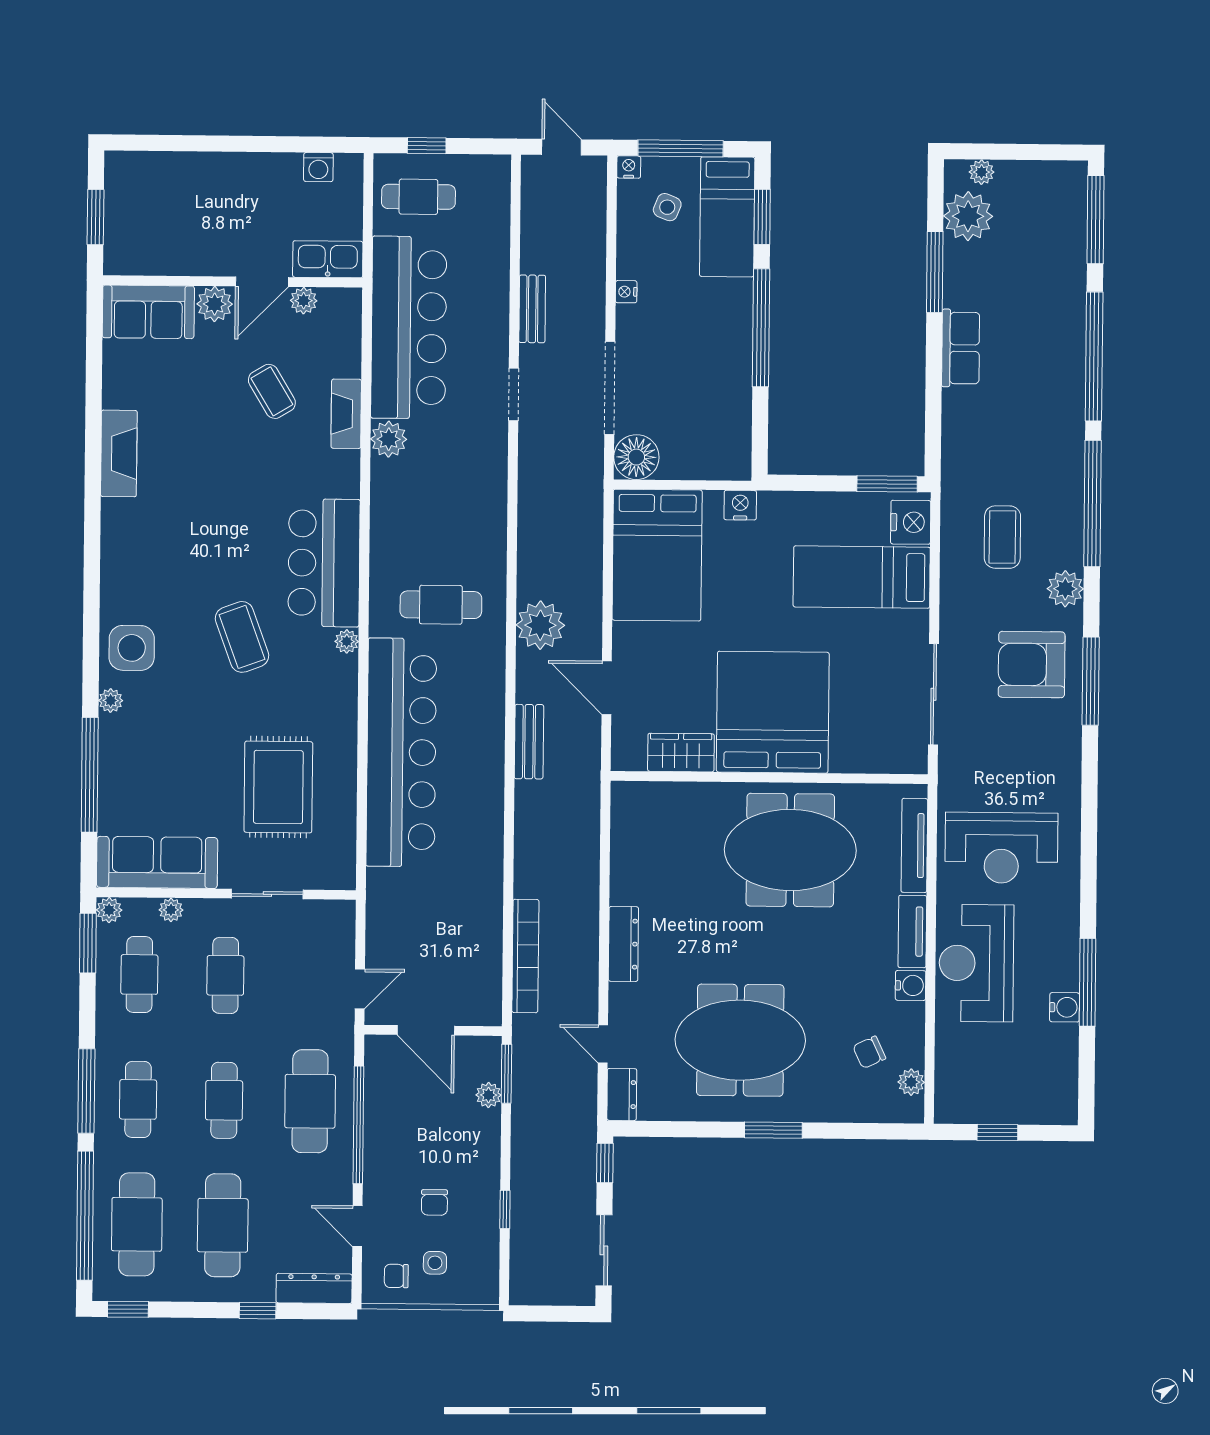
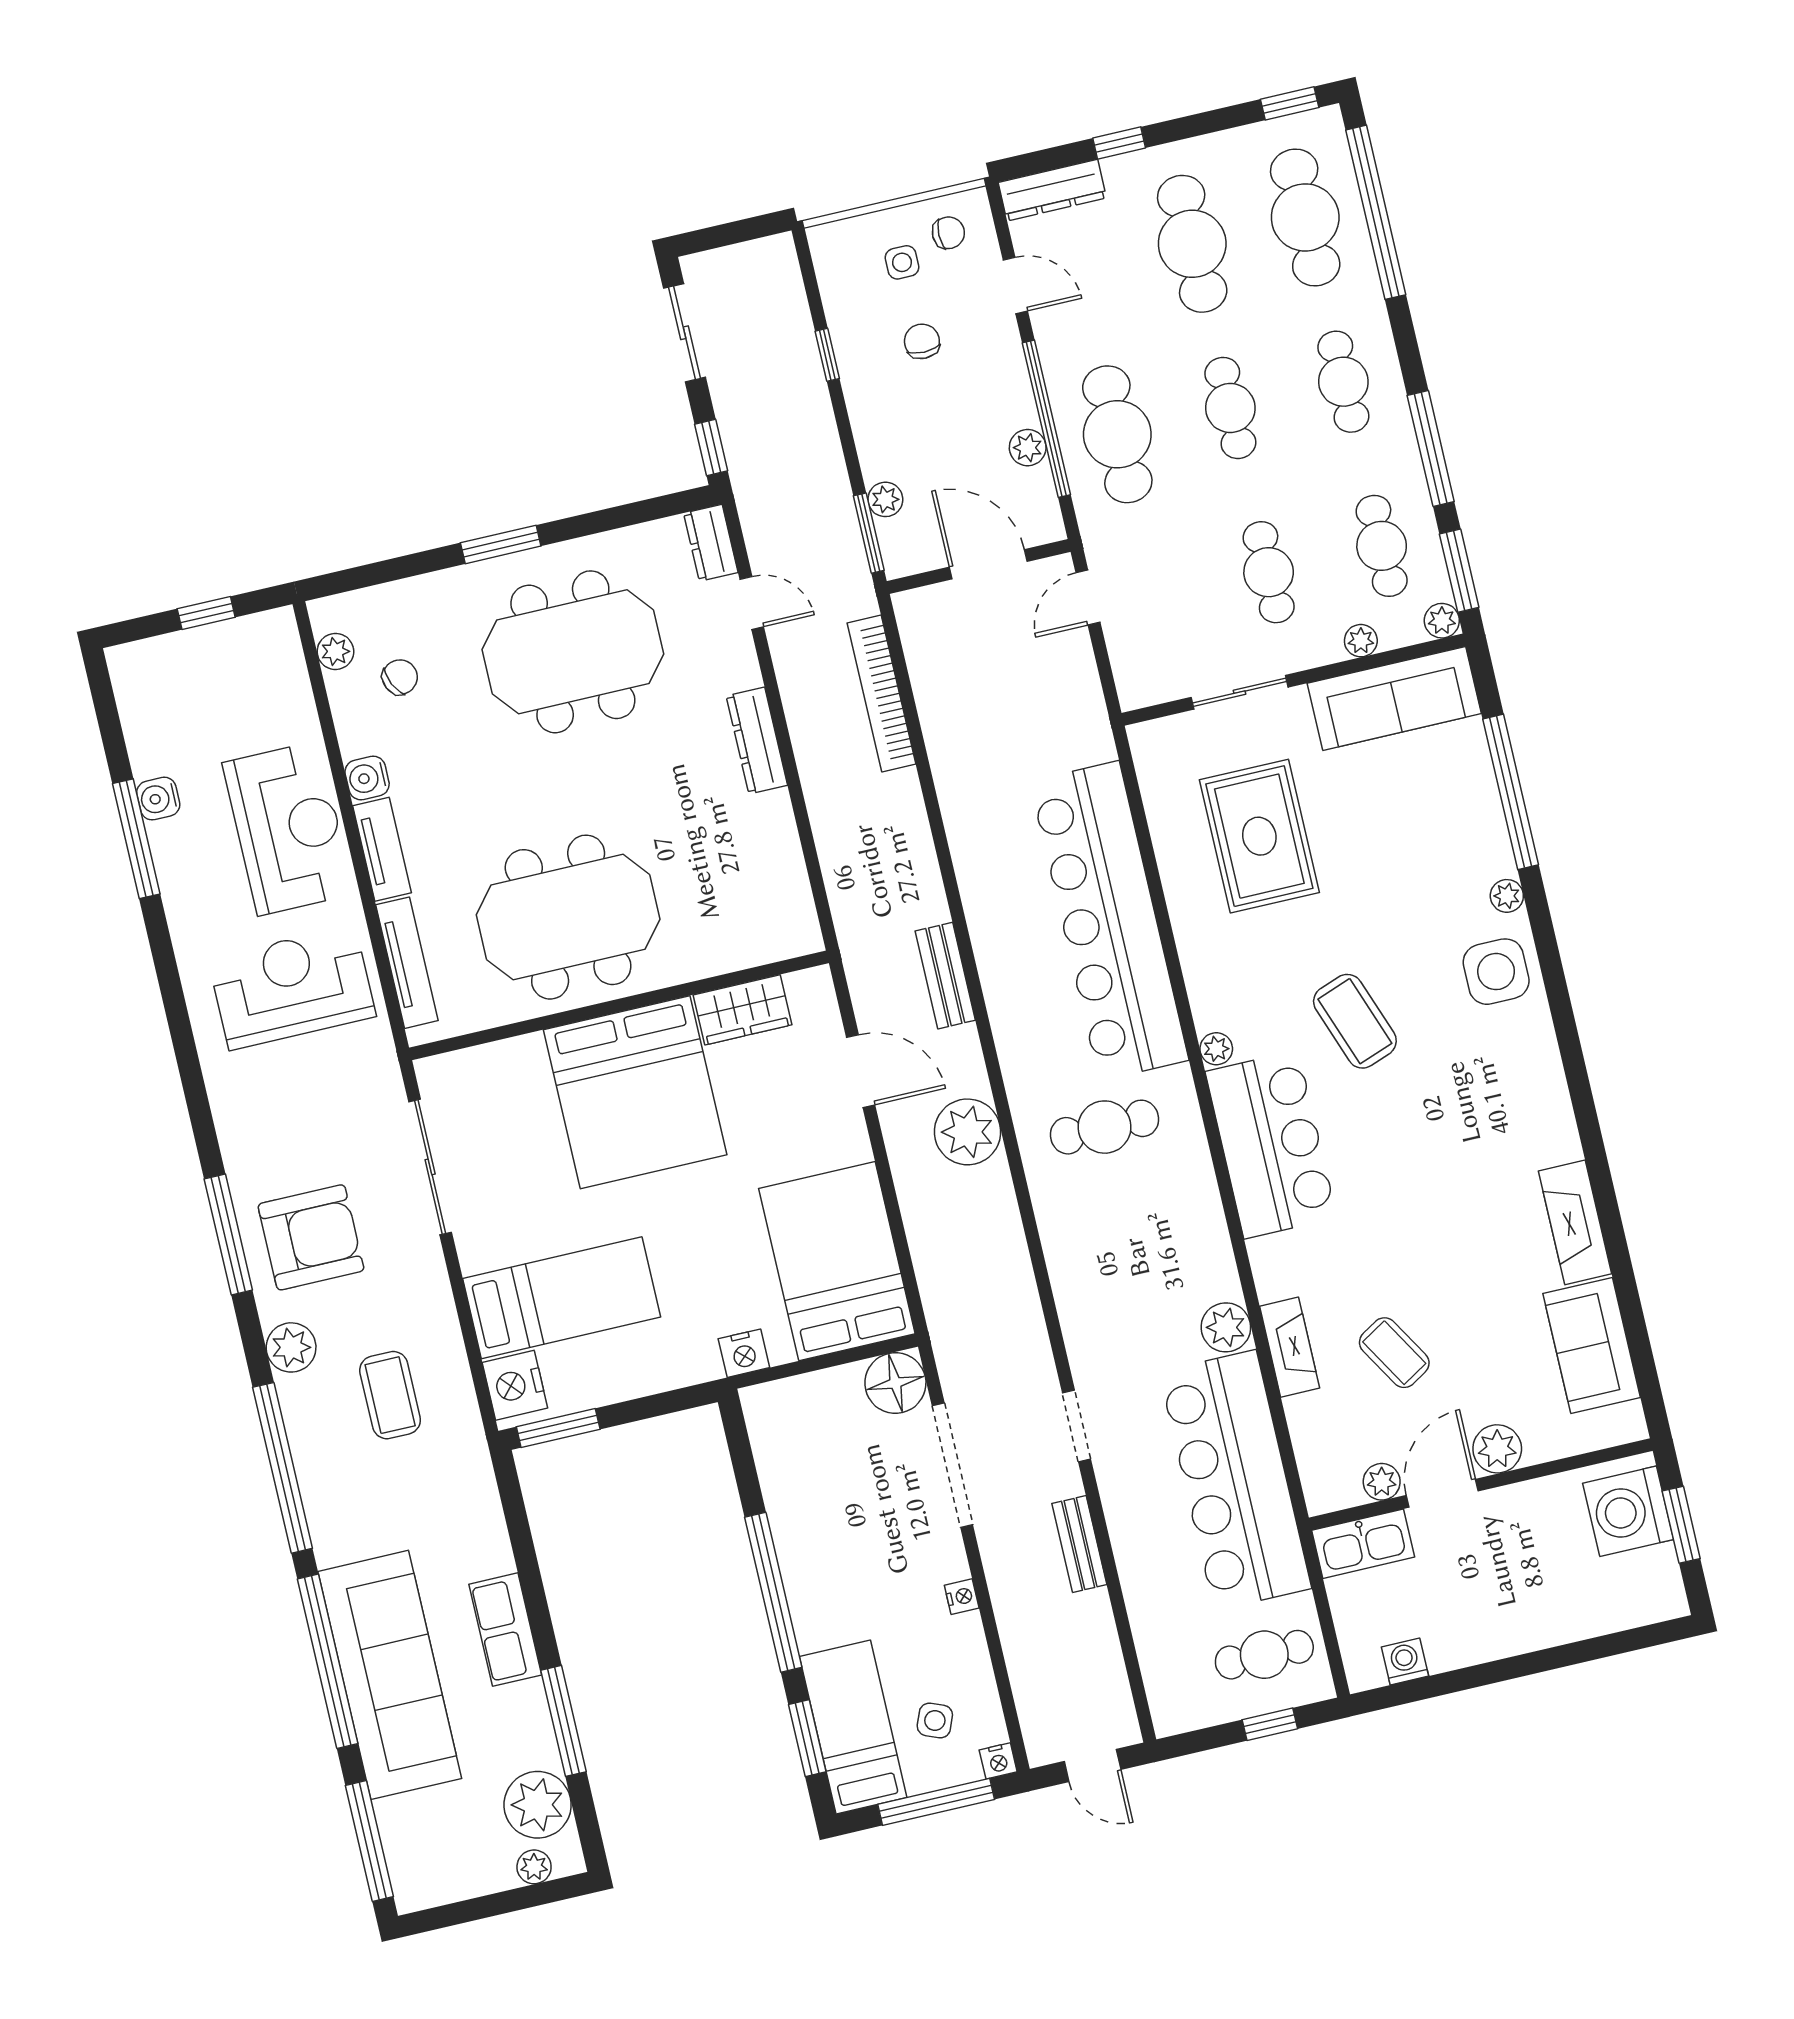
washing machine: (131, 236) -> (1628, 1511), added
sofa: (148, 312) -> (1592, 1345), moved, turned -90
sofa: (1052, 336) -> (390, 1675), added
window: (86, 1091) -> (1431, 449), moved
plant: (377, 1107) -> (1028, 448), added

